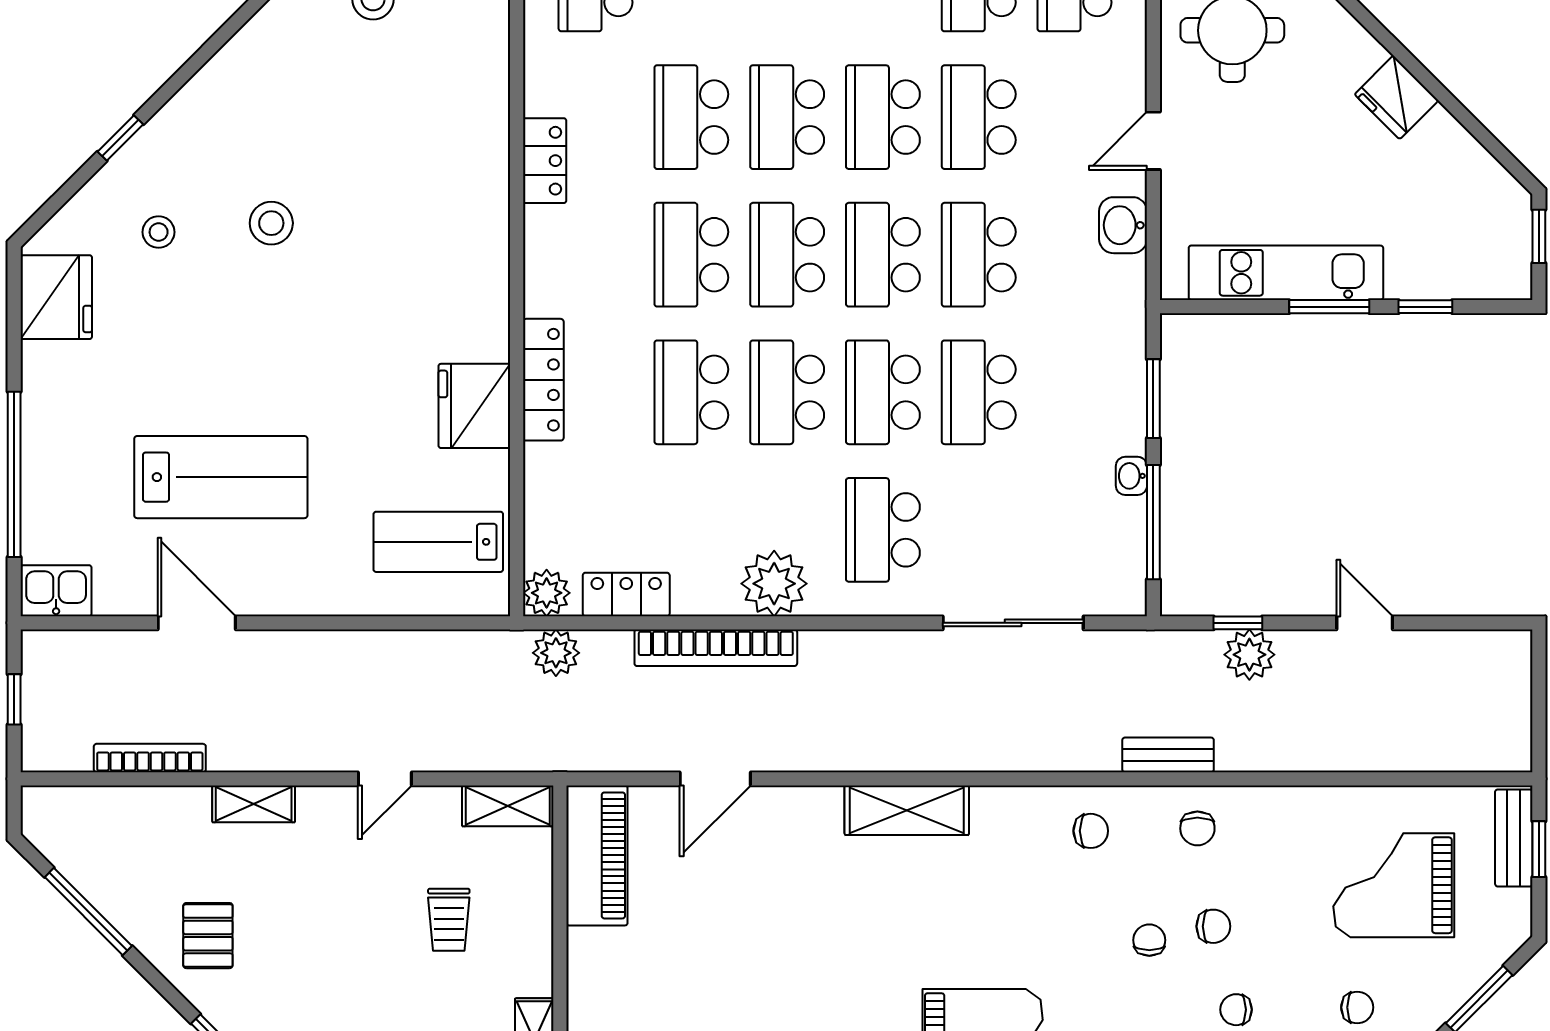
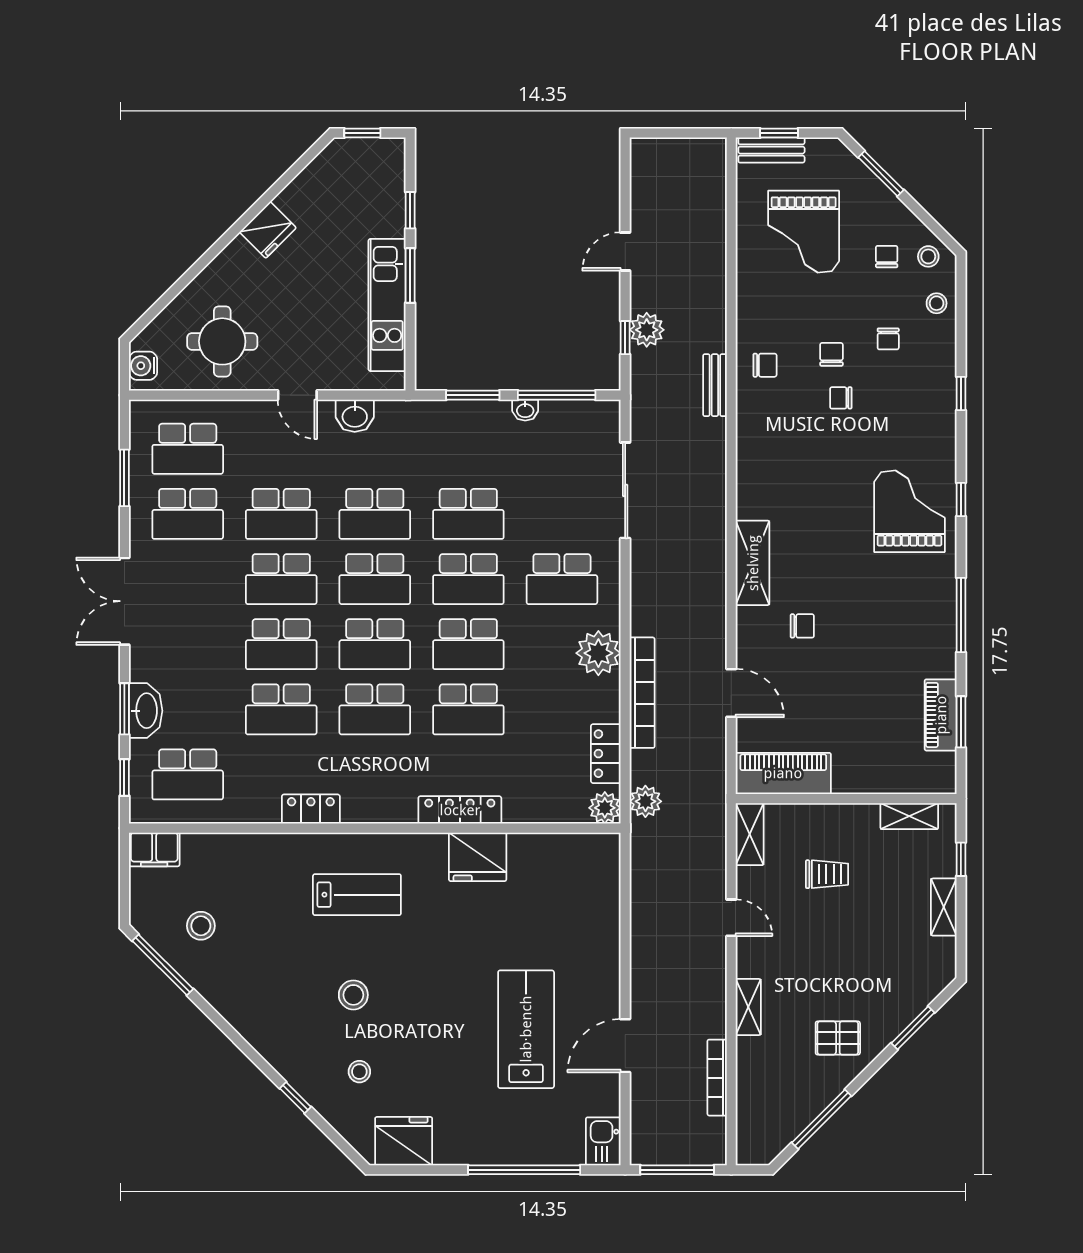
lab bench: (438, 542) -> (357, 895), moved, turned -90
window: (14, 699) -> (677, 1170), width x2.17
chair: (1091, 831) -> (802, 626), moved, turned 90

